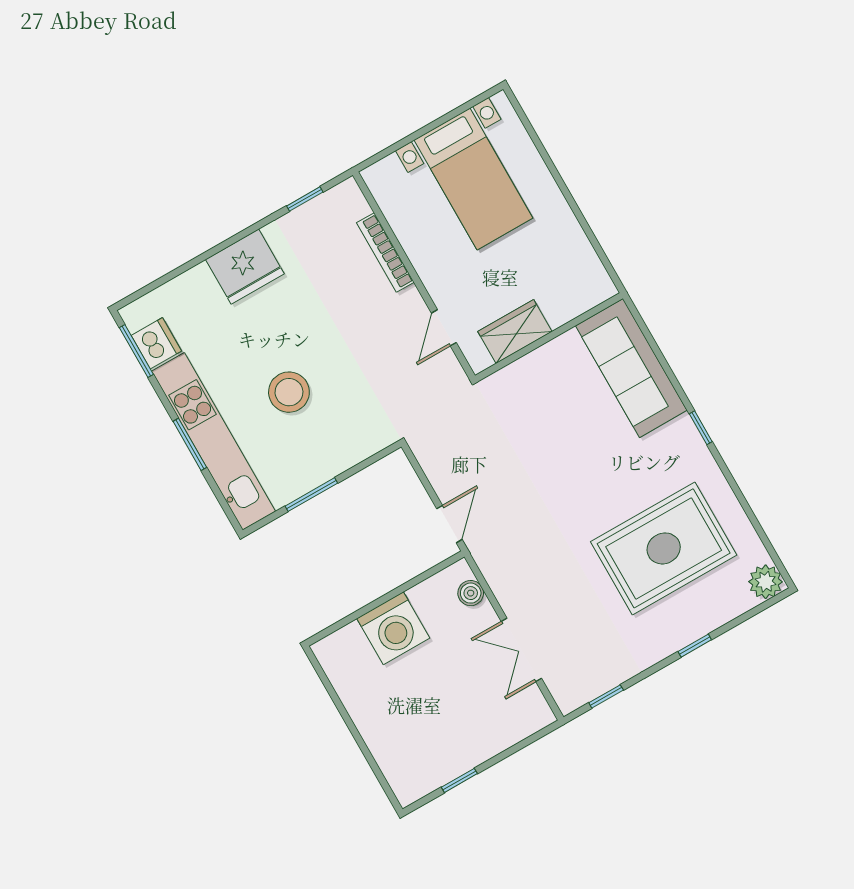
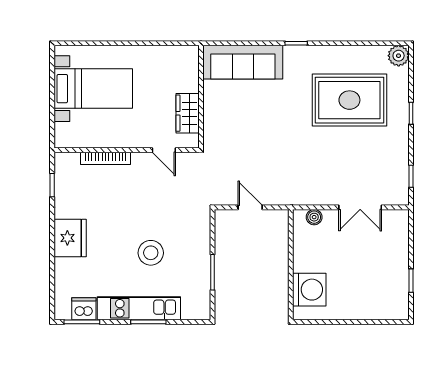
kitchen unit: (213, 441) -> (139, 308), width x0.73
door: (449, 524) -> (250, 207), moved
rug: (664, 548) -> (349, 100), turned 90
washing machine: (393, 628) -> (309, 290), moved

